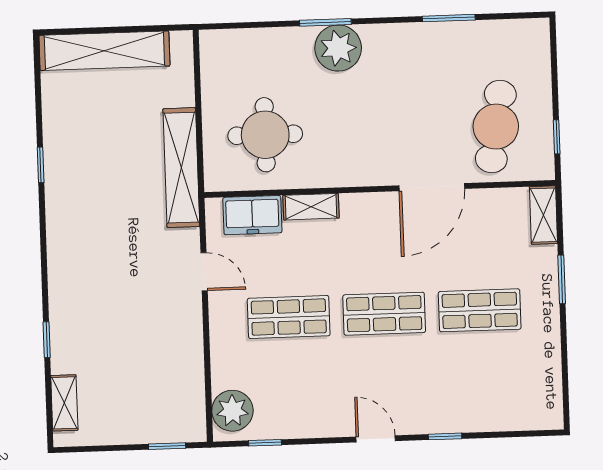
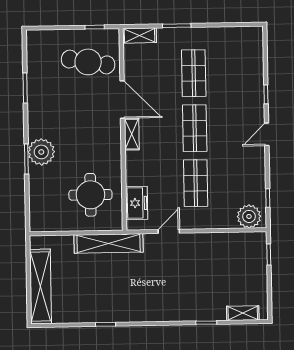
shelving: (311, 207) -> (132, 134), moved

